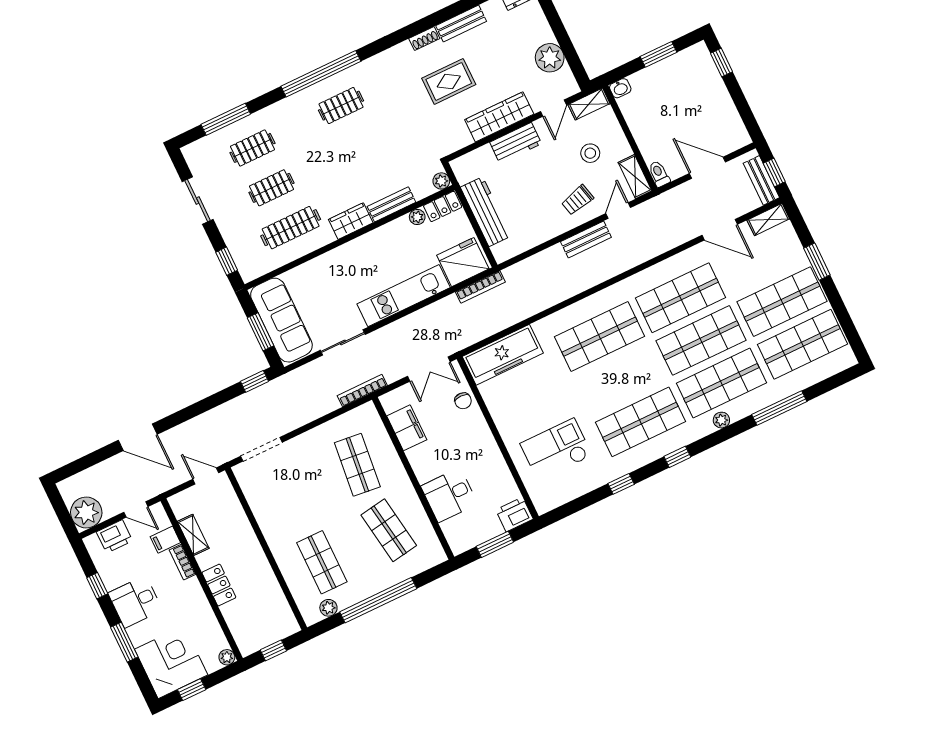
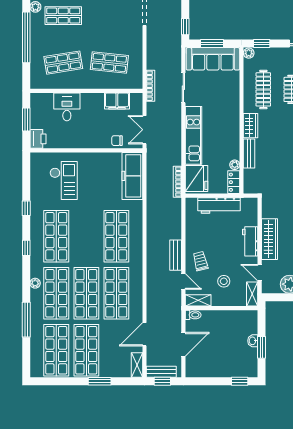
washbasin: (620, 88) -> (253, 341), moved
plant: (441, 181) -> (249, 53), moved

